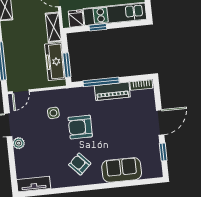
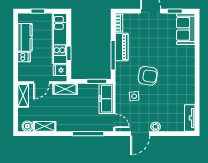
freezer: (55, 62) -> (106, 99), moved, turned 90
armchair: (80, 127) -> (148, 76), turned -81
armchair: (80, 164) -> (178, 79), removed
sofa: (122, 170) -> (186, 29), moved

